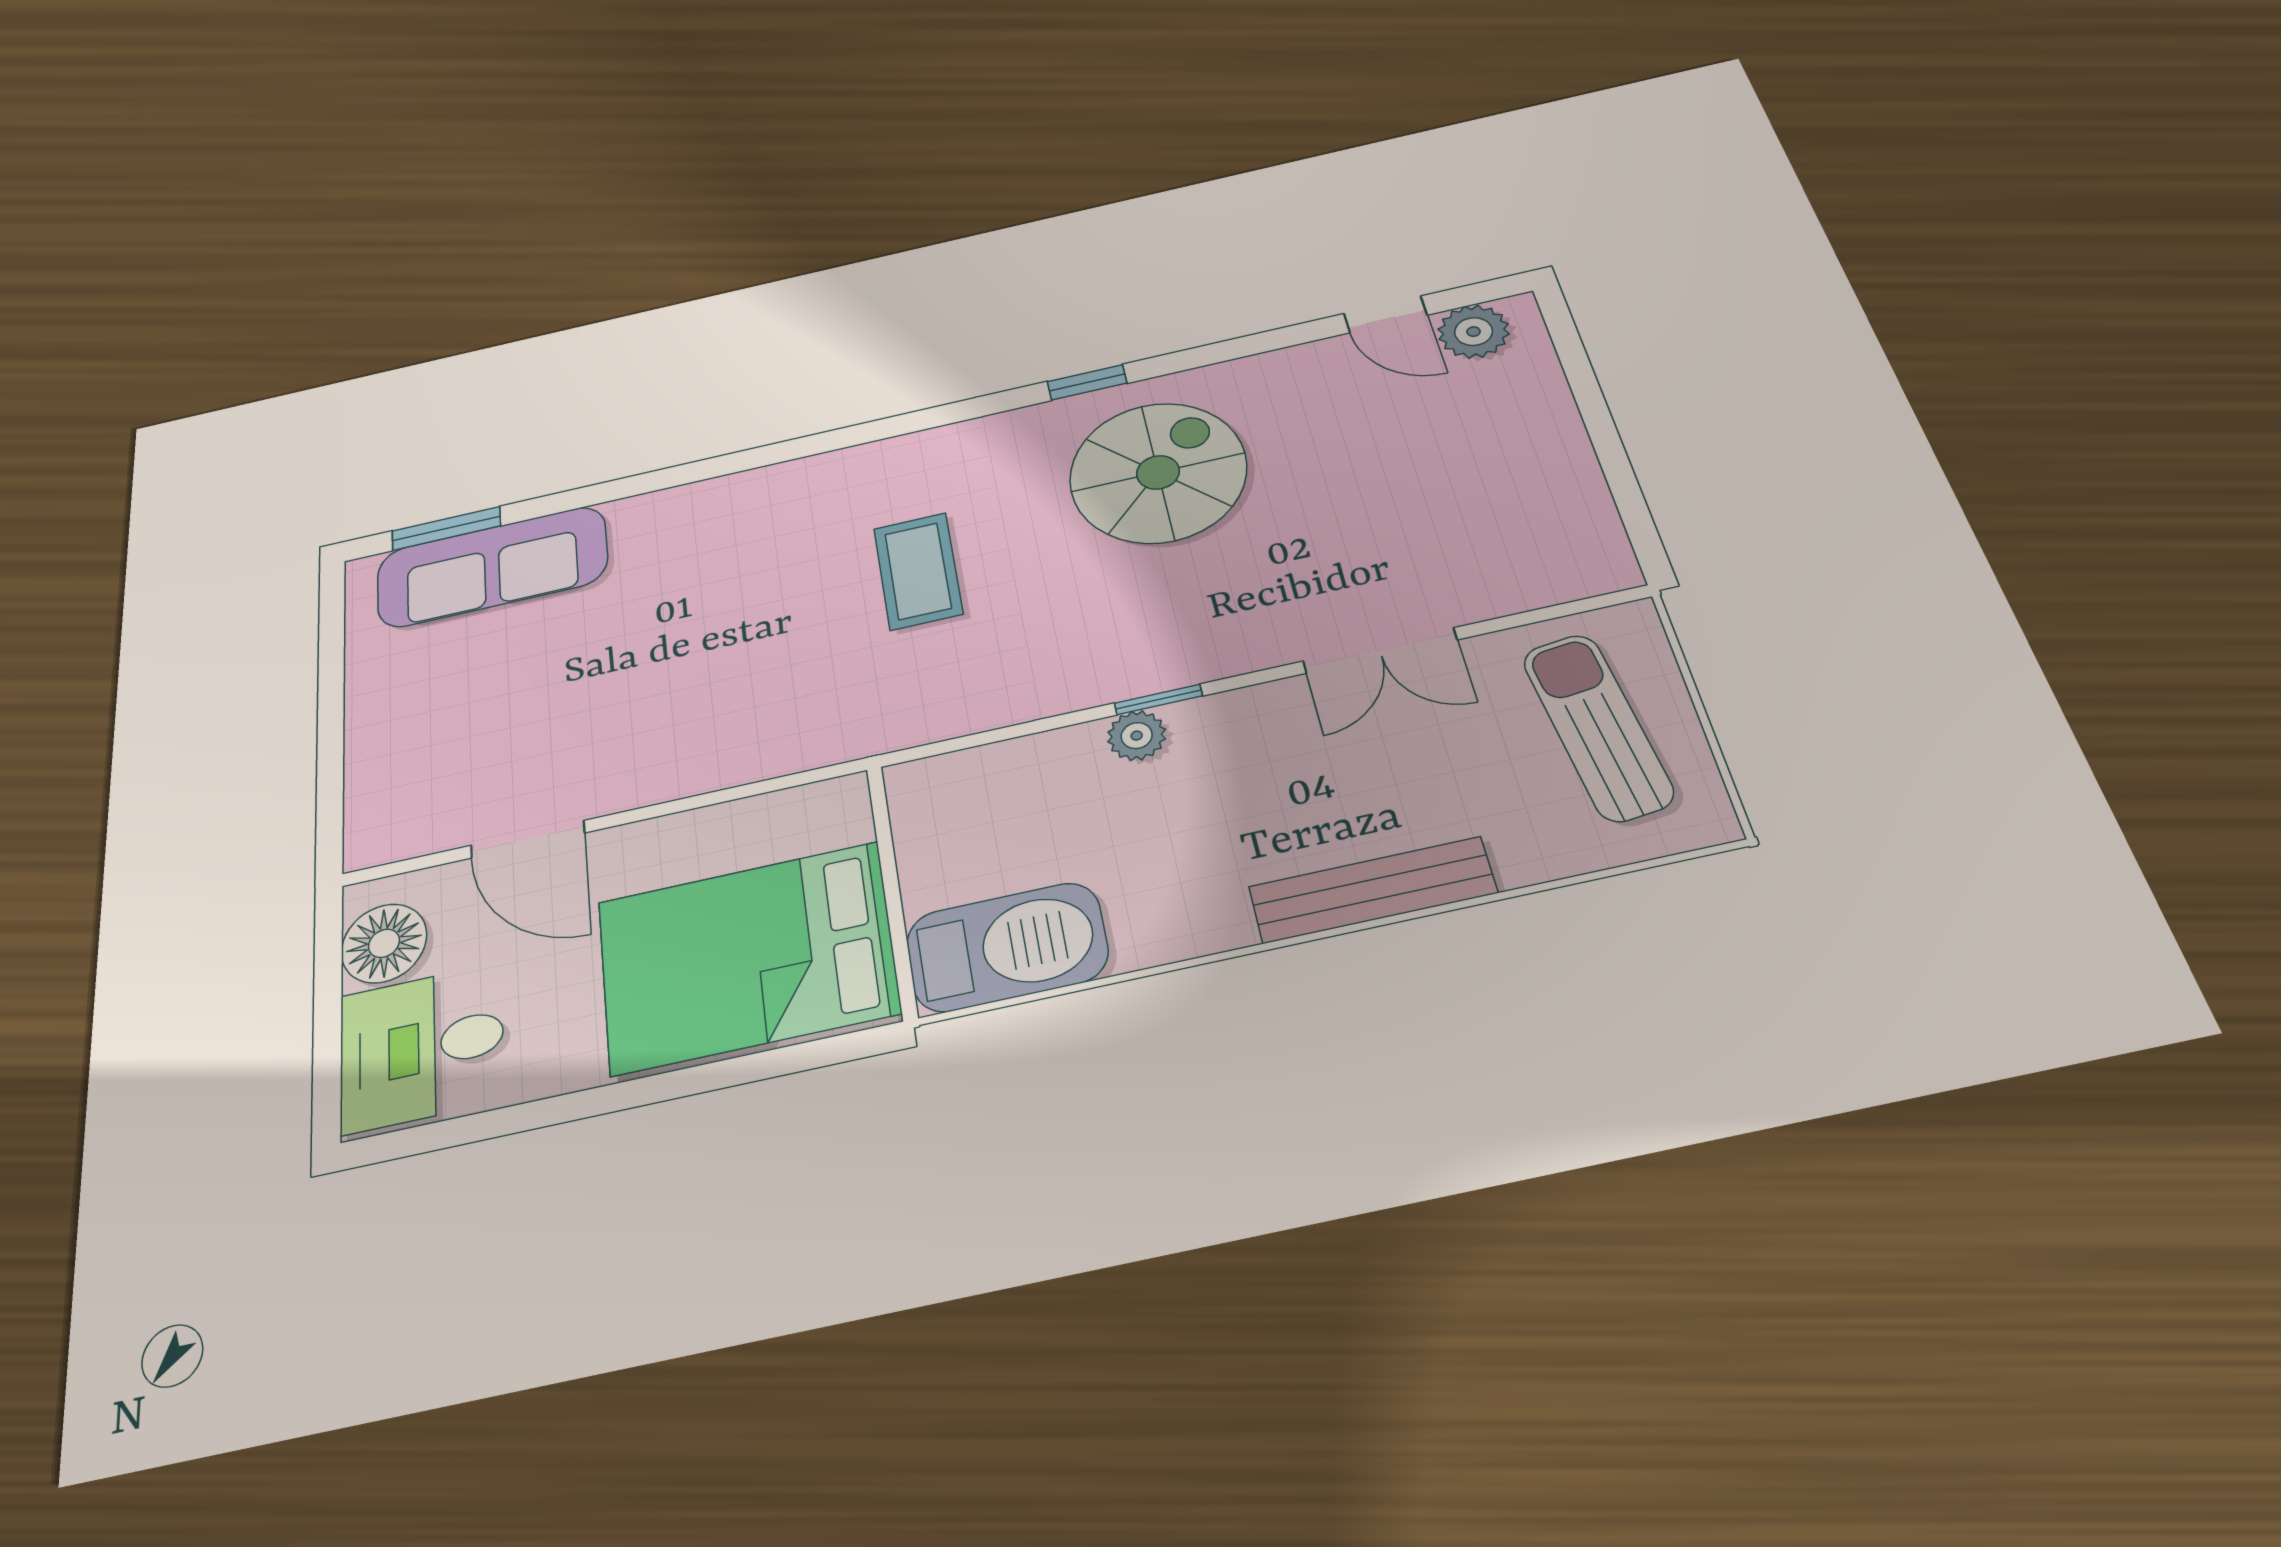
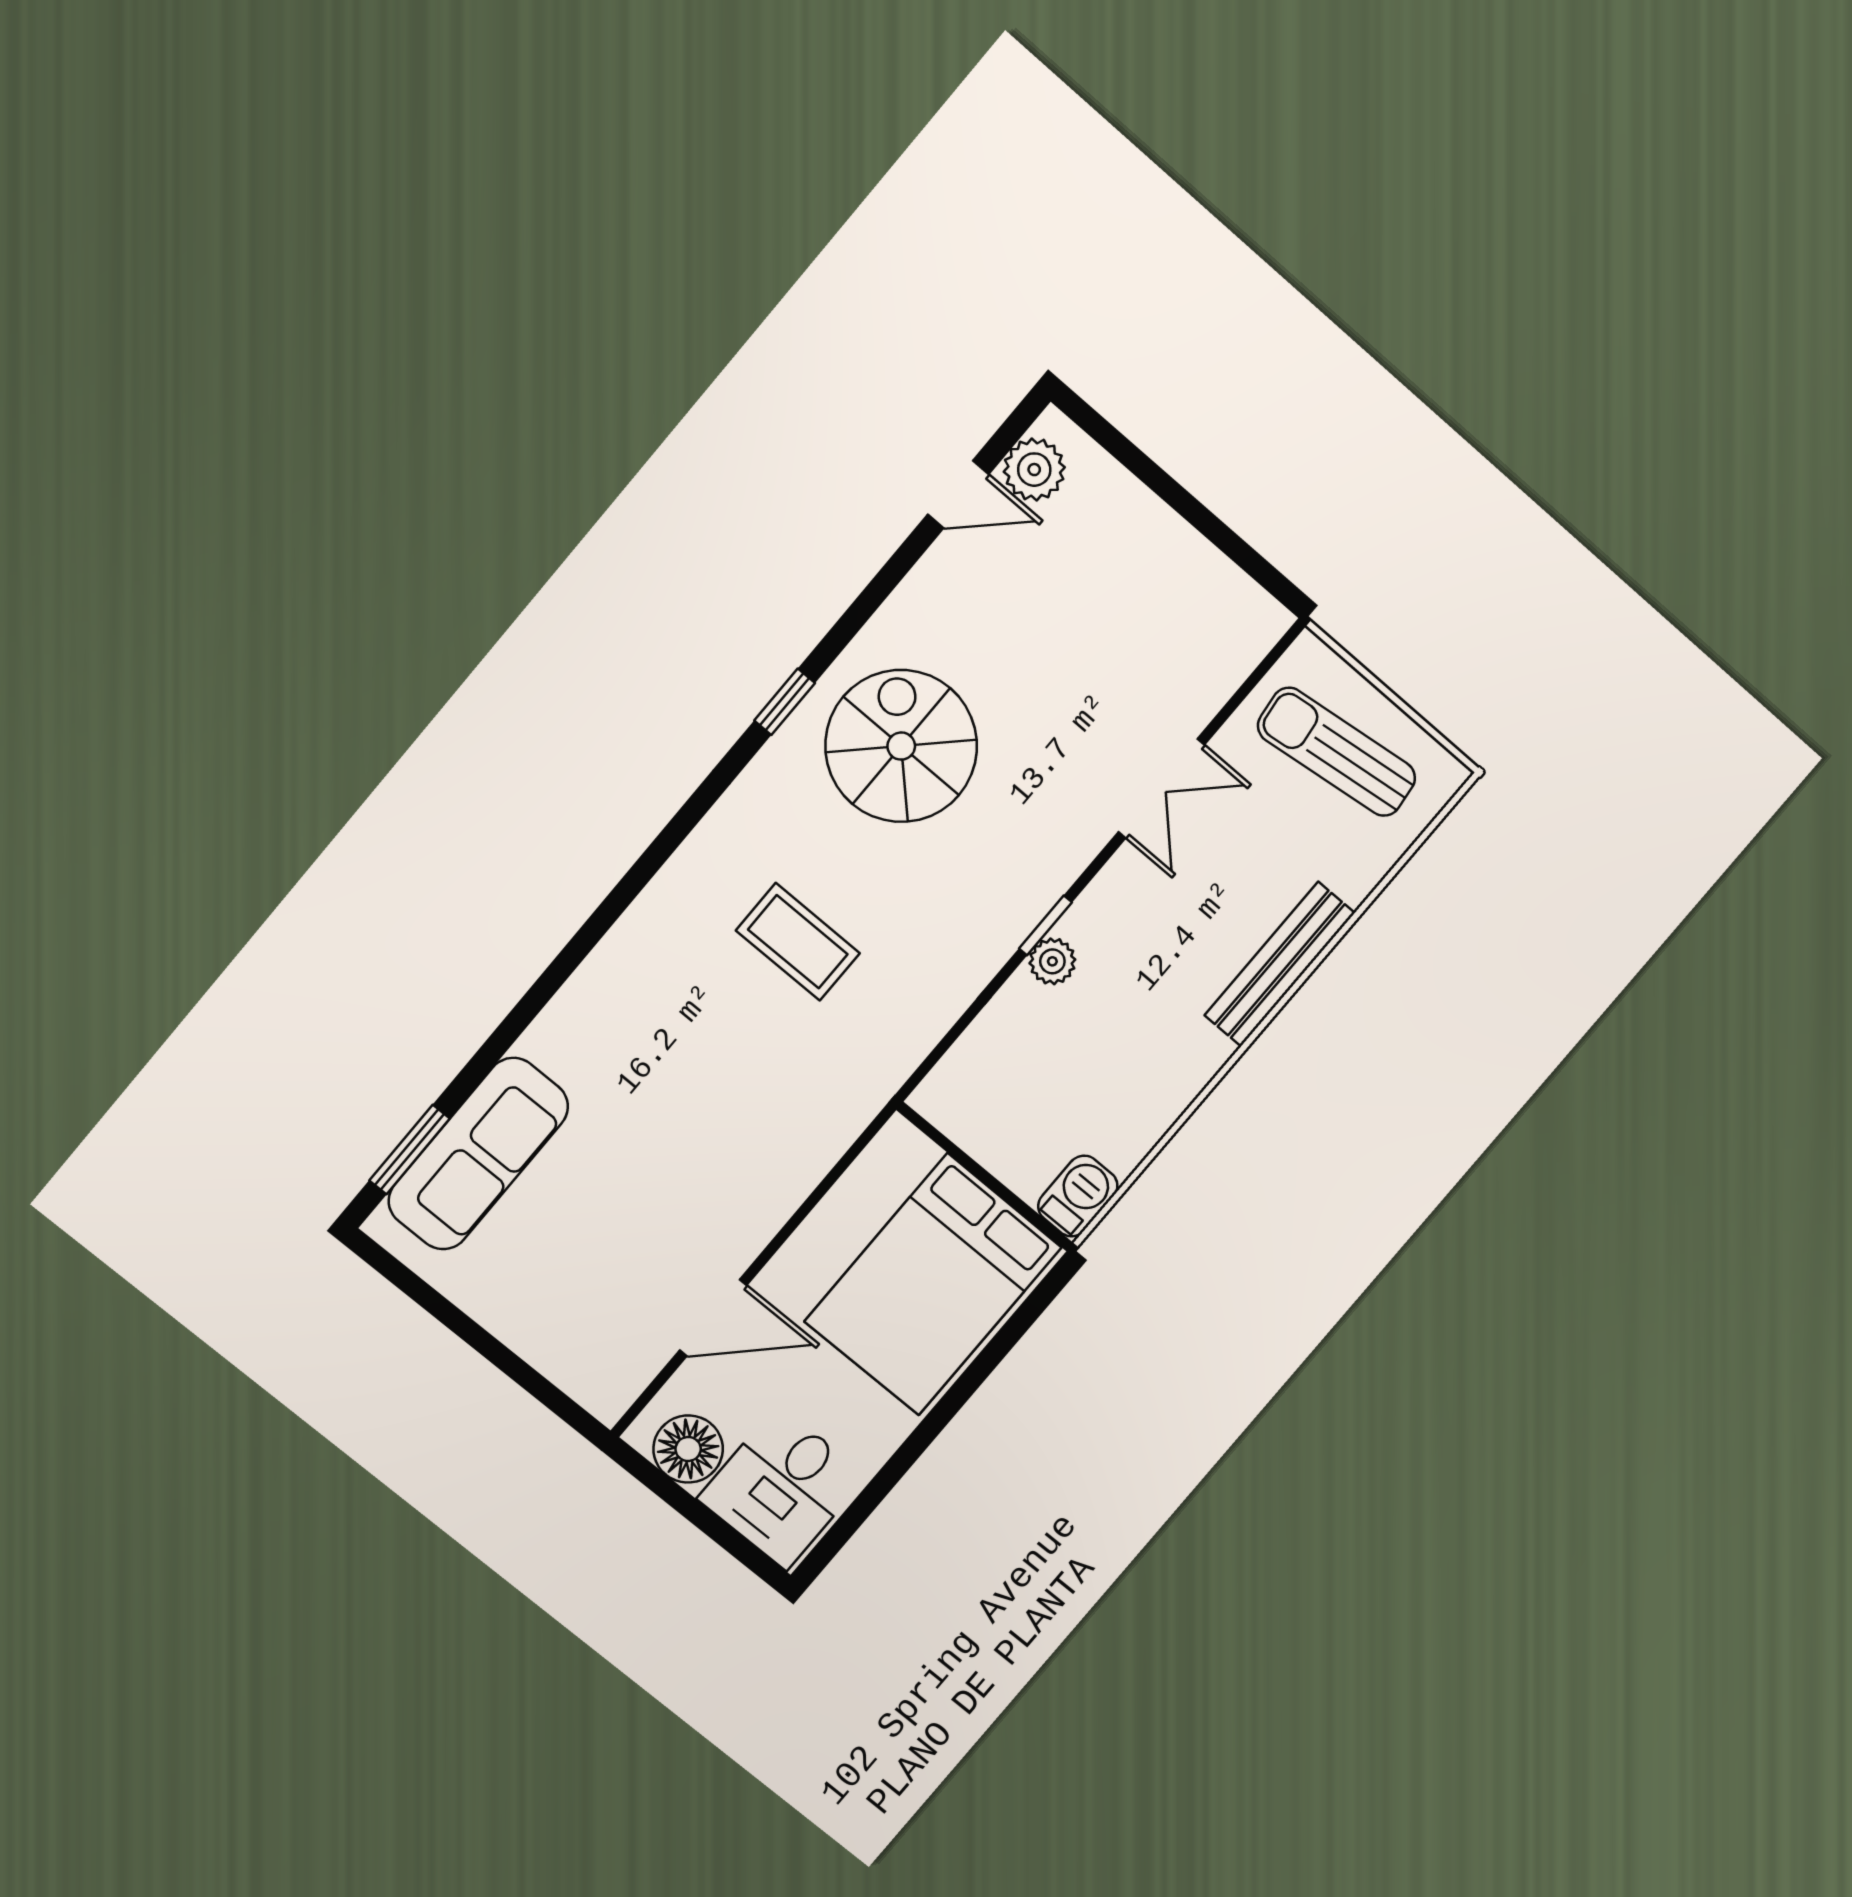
barbecue: (1007, 947) -> (1078, 1196), width x0.53, depth x0.65

